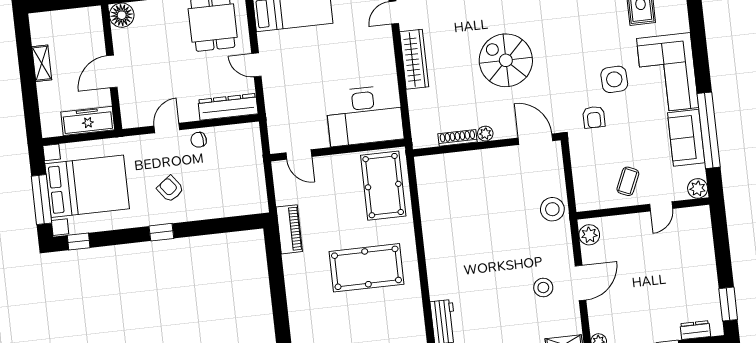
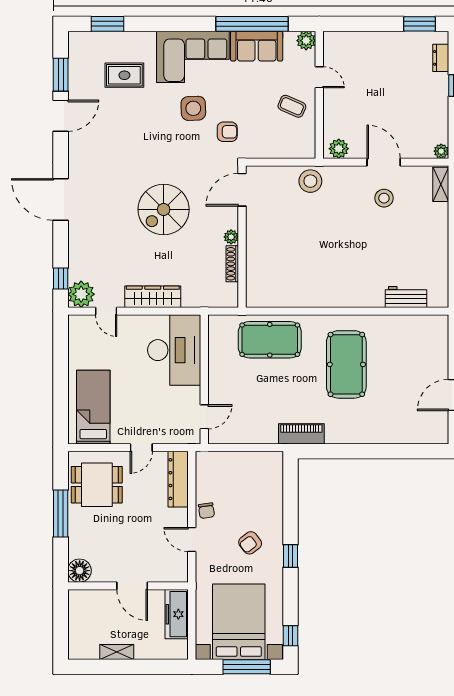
desk: (364, 116) -> (174, 350), moved
wall: (338, 150) -> (204, 379), moved
door: (299, 155) -> (204, 417), moved

